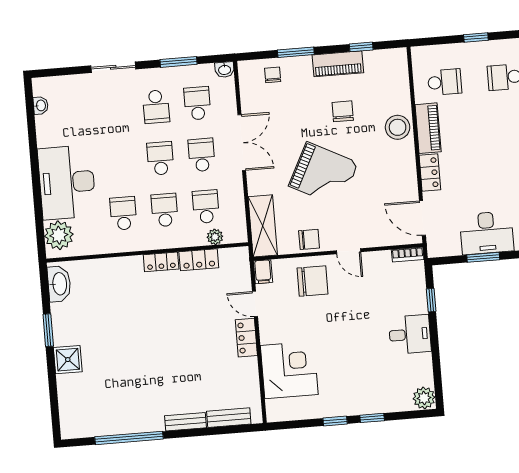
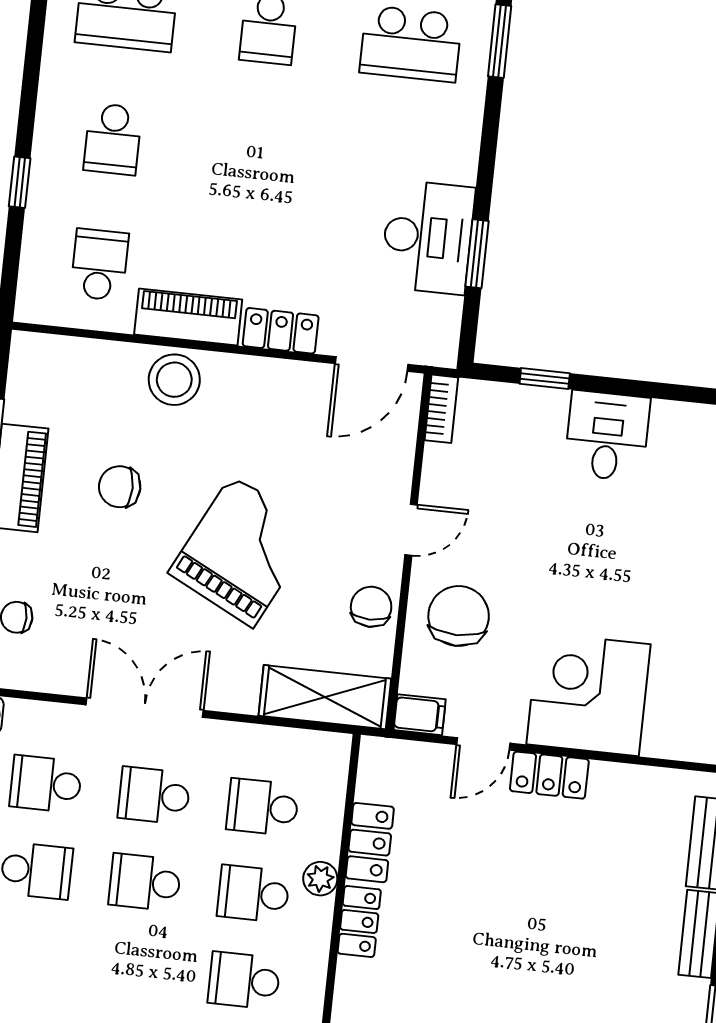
plant: (215, 237) -> (320, 879), moved
corner desk: (289, 370) -> (588, 694), moved

